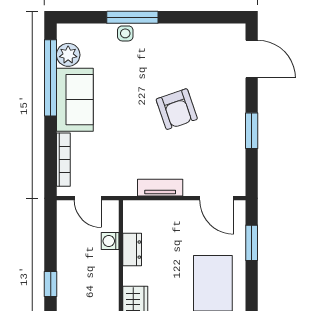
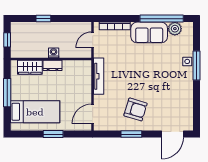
armchair: (177, 109) -> (135, 109), moved, turned -144
tv unit: (160, 188) -> (99, 76), width x1.41
washing machine: (110, 241) -> (54, 53), moved
window: (252, 243) -> (53, 134), moved
dresser: (132, 250) -> (52, 65), moved

